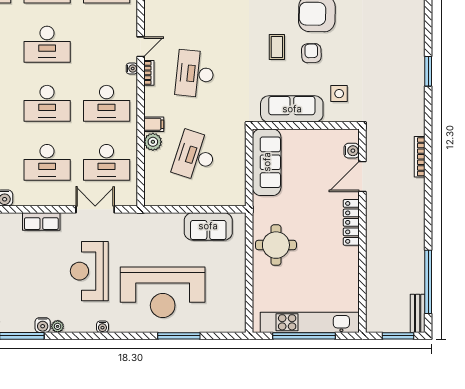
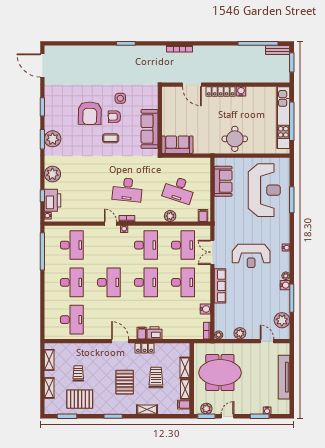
side table: (339, 94) -> (120, 98), moved
filing cabinet: (154, 124) -> (203, 215), moved
water cooler: (352, 151) -> (241, 91), moved
sofa: (267, 162) -> (177, 145), width x0.73
row of seats: (41, 221) -> (220, 286), width x1.48
reception desk: (163, 292) -> (264, 190), moved

